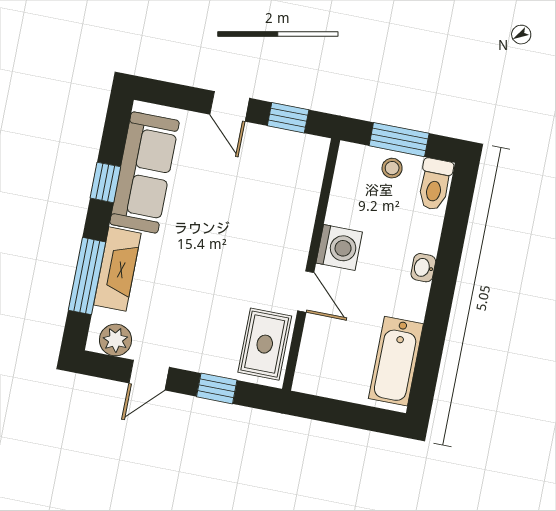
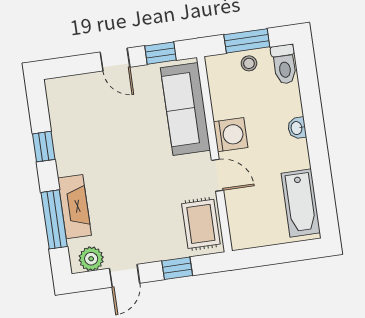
sofa: (145, 172) -> (185, 109), moved, turned 180

